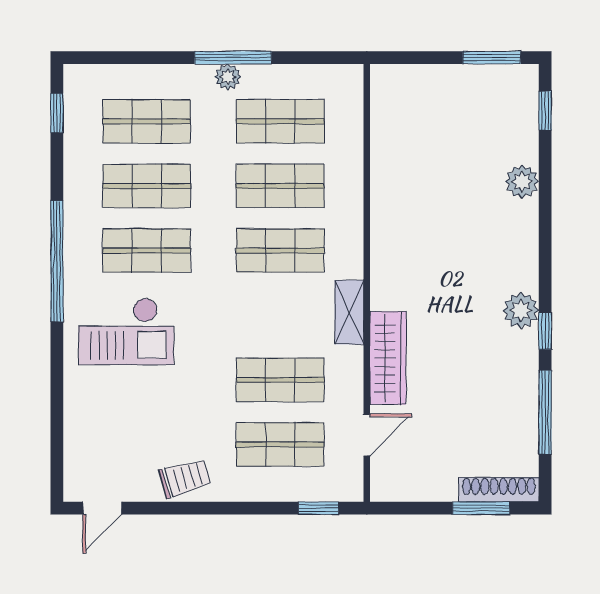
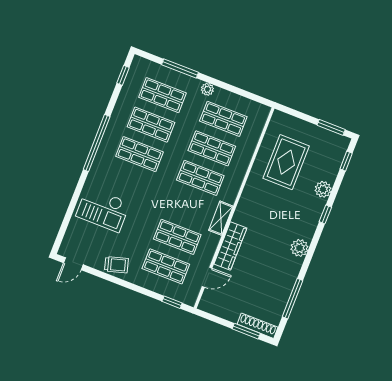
window: (233, 58) -> (180, 68), moved
rug: (432, 157) -> (286, 162), added
checkout: (126, 331) -> (103, 209), moved
window: (545, 331) -> (325, 214), moved

